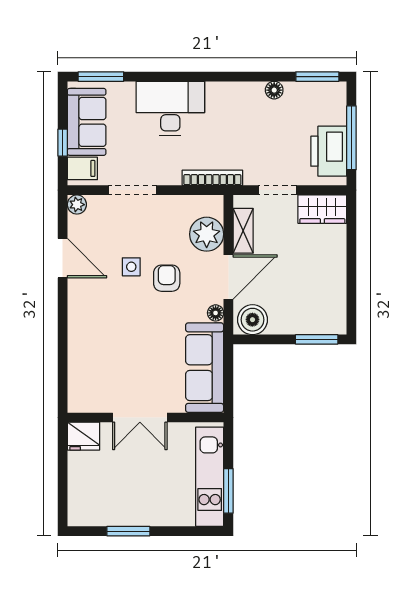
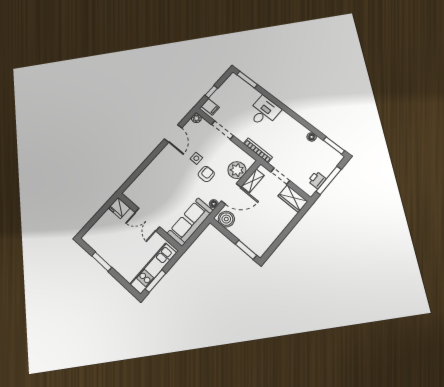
desk: (170, 108) -> (264, 112), width x0.73
sofa: (87, 122) -> (227, 91), removed
printer: (329, 151) -> (317, 180), width x0.53, depth x0.68

